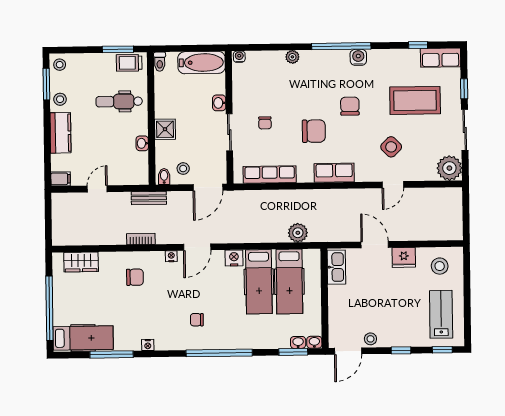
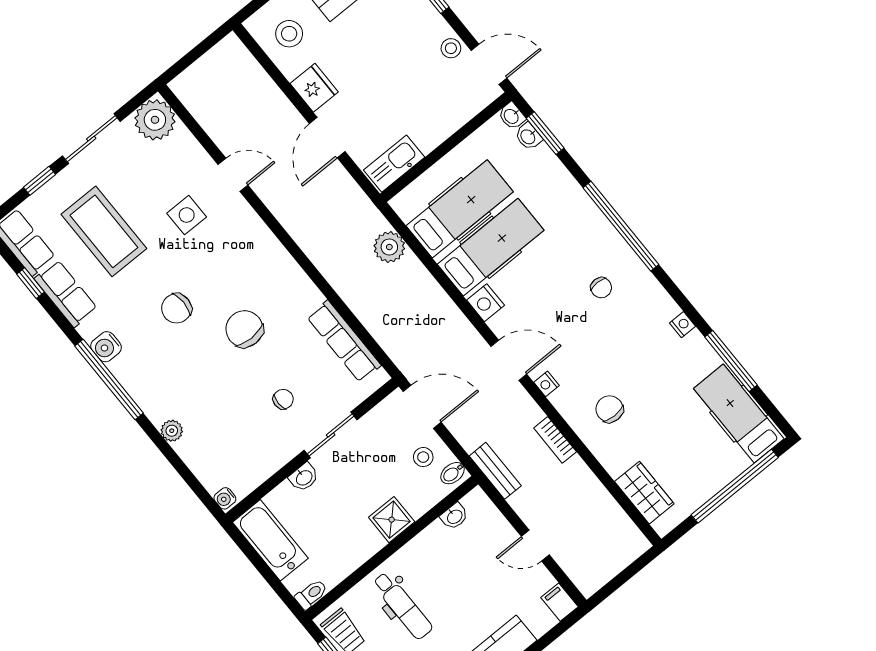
washbasin: (142, 143) -> (454, 516), moved
side table: (391, 147) -> (187, 215), turned 45
row of seats: (334, 173) -> (66, 294), moved, turned 180

